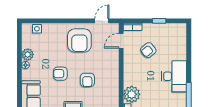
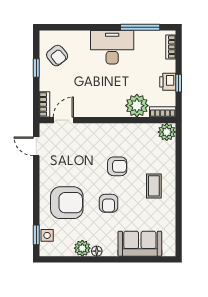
window: (37, 21) -> (36, 235), added
armchair: (79, 40) -> (67, 203), moved
door: (121, 41) -> (63, 120), swing flipped
armchair: (148, 50) -> (57, 56), moved

